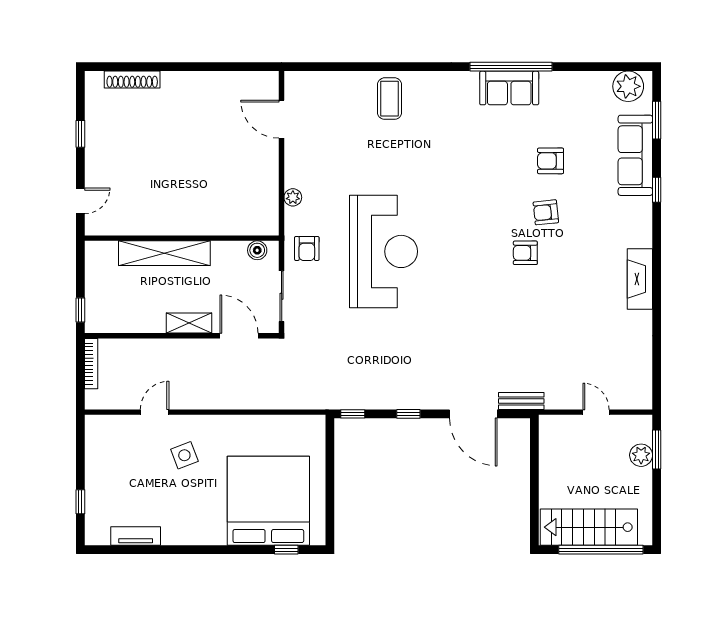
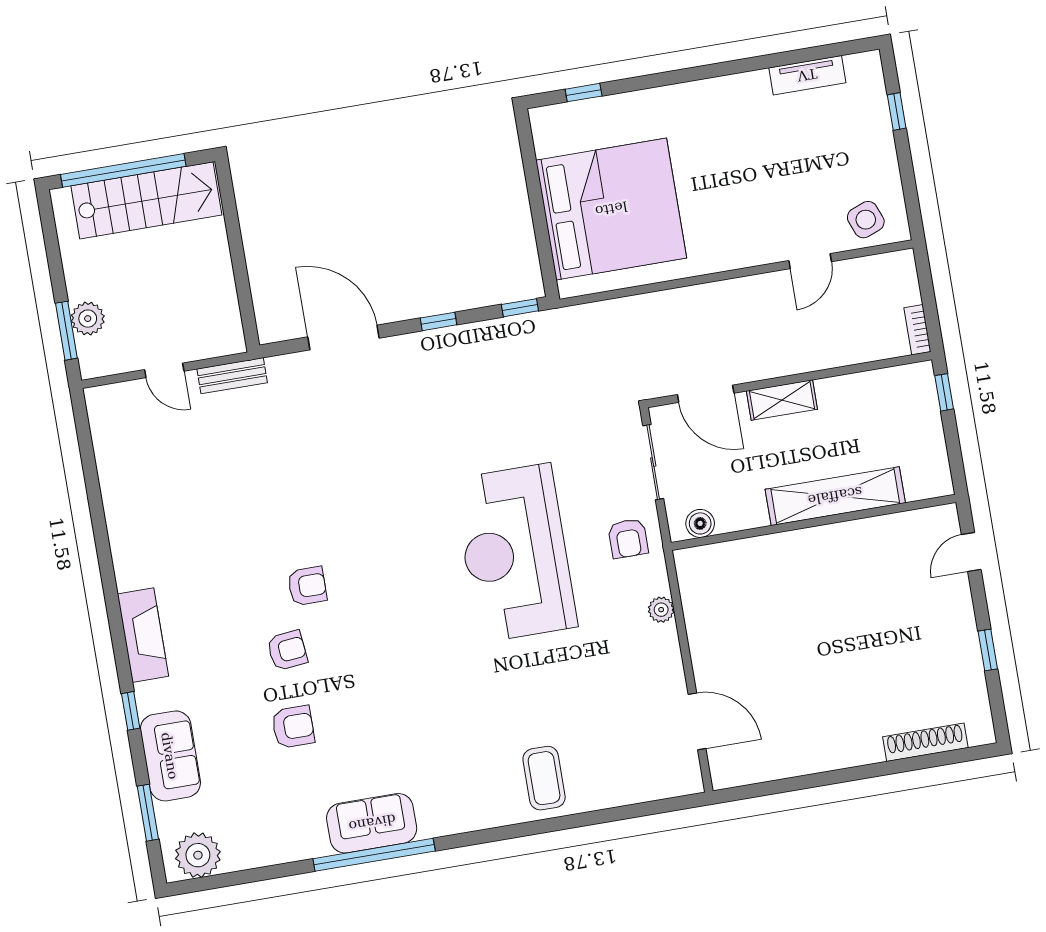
sofa: (635, 155) -> (170, 756), width x0.73
armchair: (307, 248) -> (628, 538), turned 180
fireplace: (640, 279) -> (143, 635), moved
bookcase: (91, 364) -> (917, 330), width x0.64
bench: (521, 401) -> (232, 376), moved
side table: (184, 455) -> (866, 220), moved
bed: (268, 501) -> (611, 209), moved, turned -90

